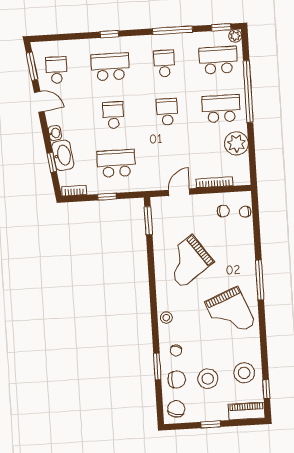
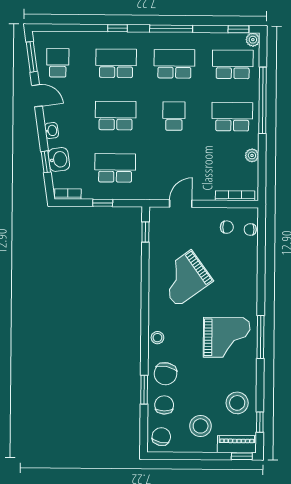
window: (173, 30) -> (171, 29), moved
school desk: (164, 63) -> (174, 64), width x1.85
school desk: (113, 115) -> (116, 116), width x1.85
plant: (236, 143) -> (252, 155), width x0.53, depth x0.53
washbasin: (63, 155) -> (59, 159), width x0.72
bookcase: (215, 182) -> (235, 196), moved
window: (148, 221) -> (145, 232), width x0.67
window: (260, 280) -> (261, 337), moved
grand piano: (230, 313) -> (227, 337), turned -68
chair: (176, 350) -> (165, 374), width x1.87, depth x1.87
chair: (177, 379) -> (164, 405), turned -90
stool: (208, 379) -> (201, 426), moved
window: (211, 424) -> (242, 456), moved

